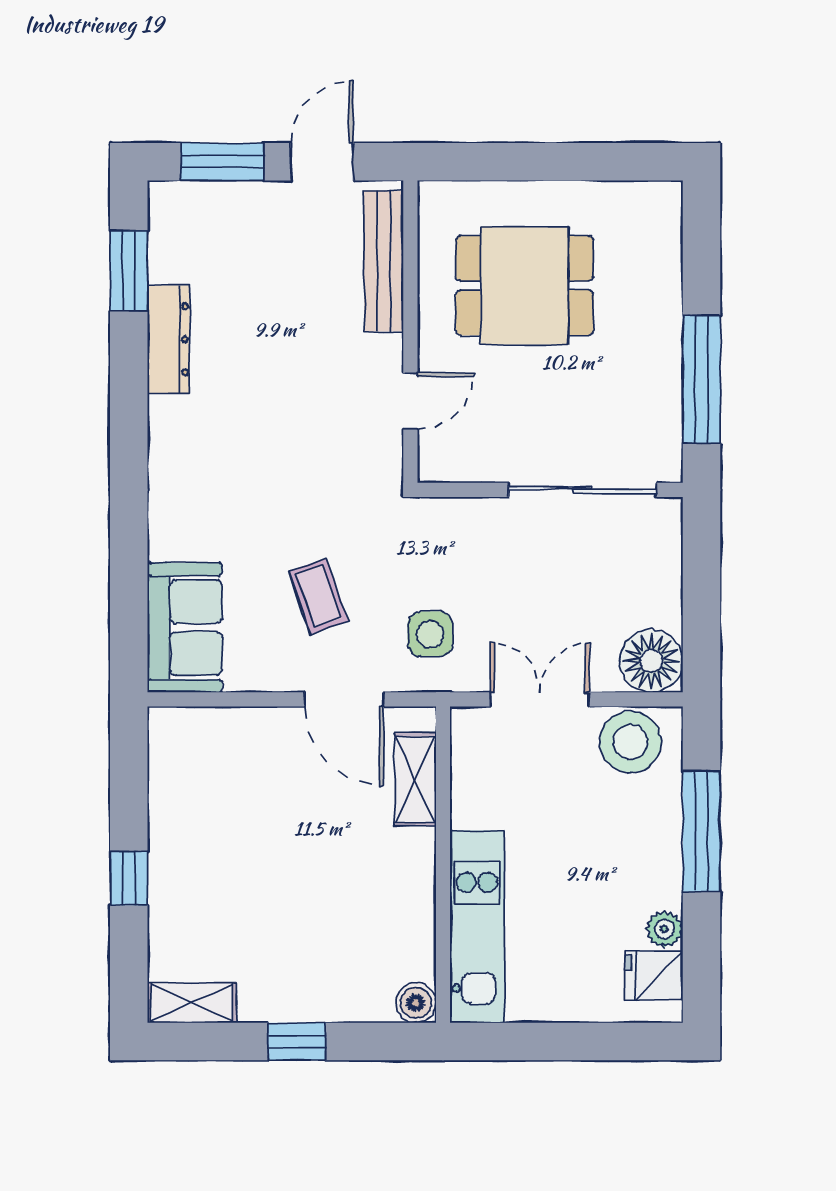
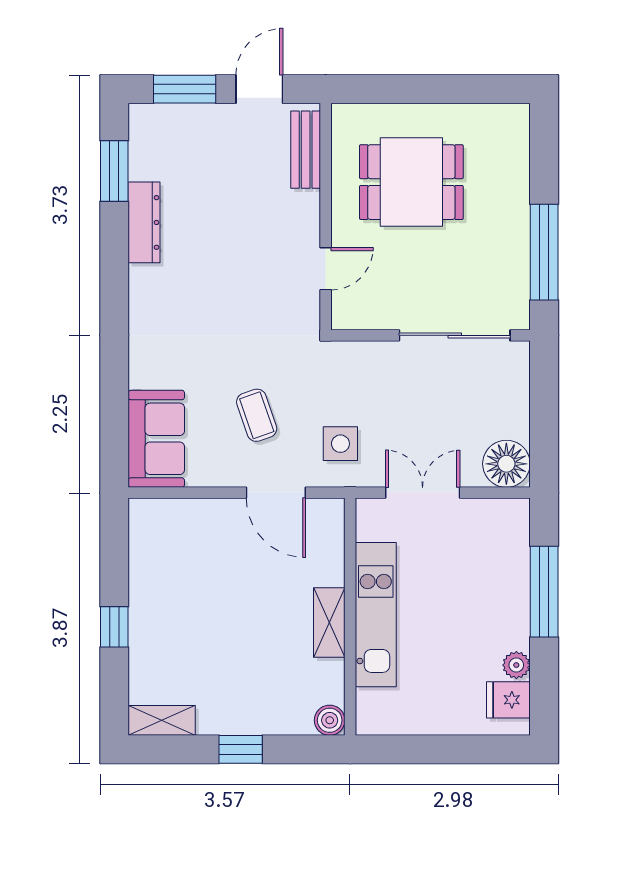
bench: (384, 261) -> (306, 150), width x0.73
stool: (630, 742) -> (491, 525), removed
shelving: (415, 779) -> (329, 623), moved
kitchen unit: (477, 927) -> (376, 615), moved

